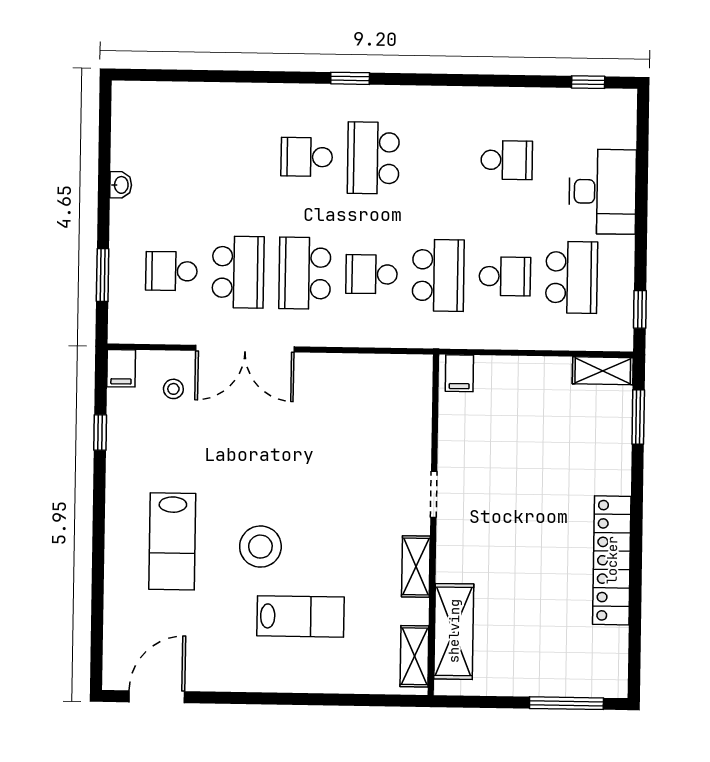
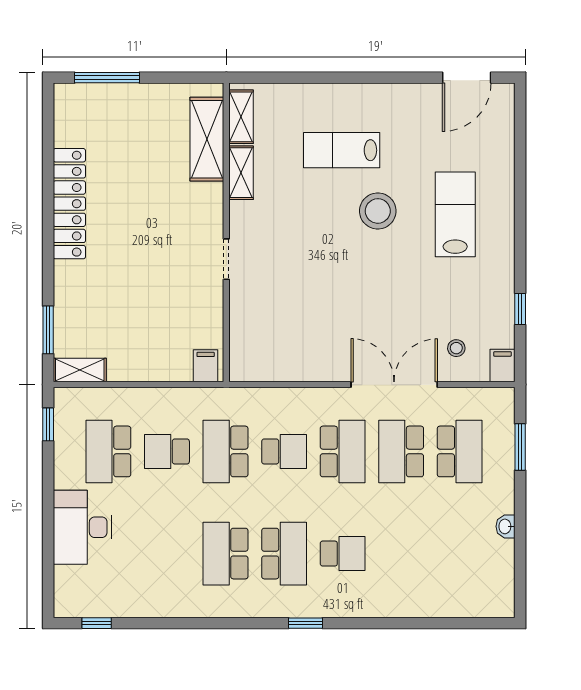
school desk: (507, 160) -> (226, 554), moved, width x1.85
school desk: (171, 271) -> (460, 451), width x1.85
shelving: (416, 566) -> (241, 173), moved

